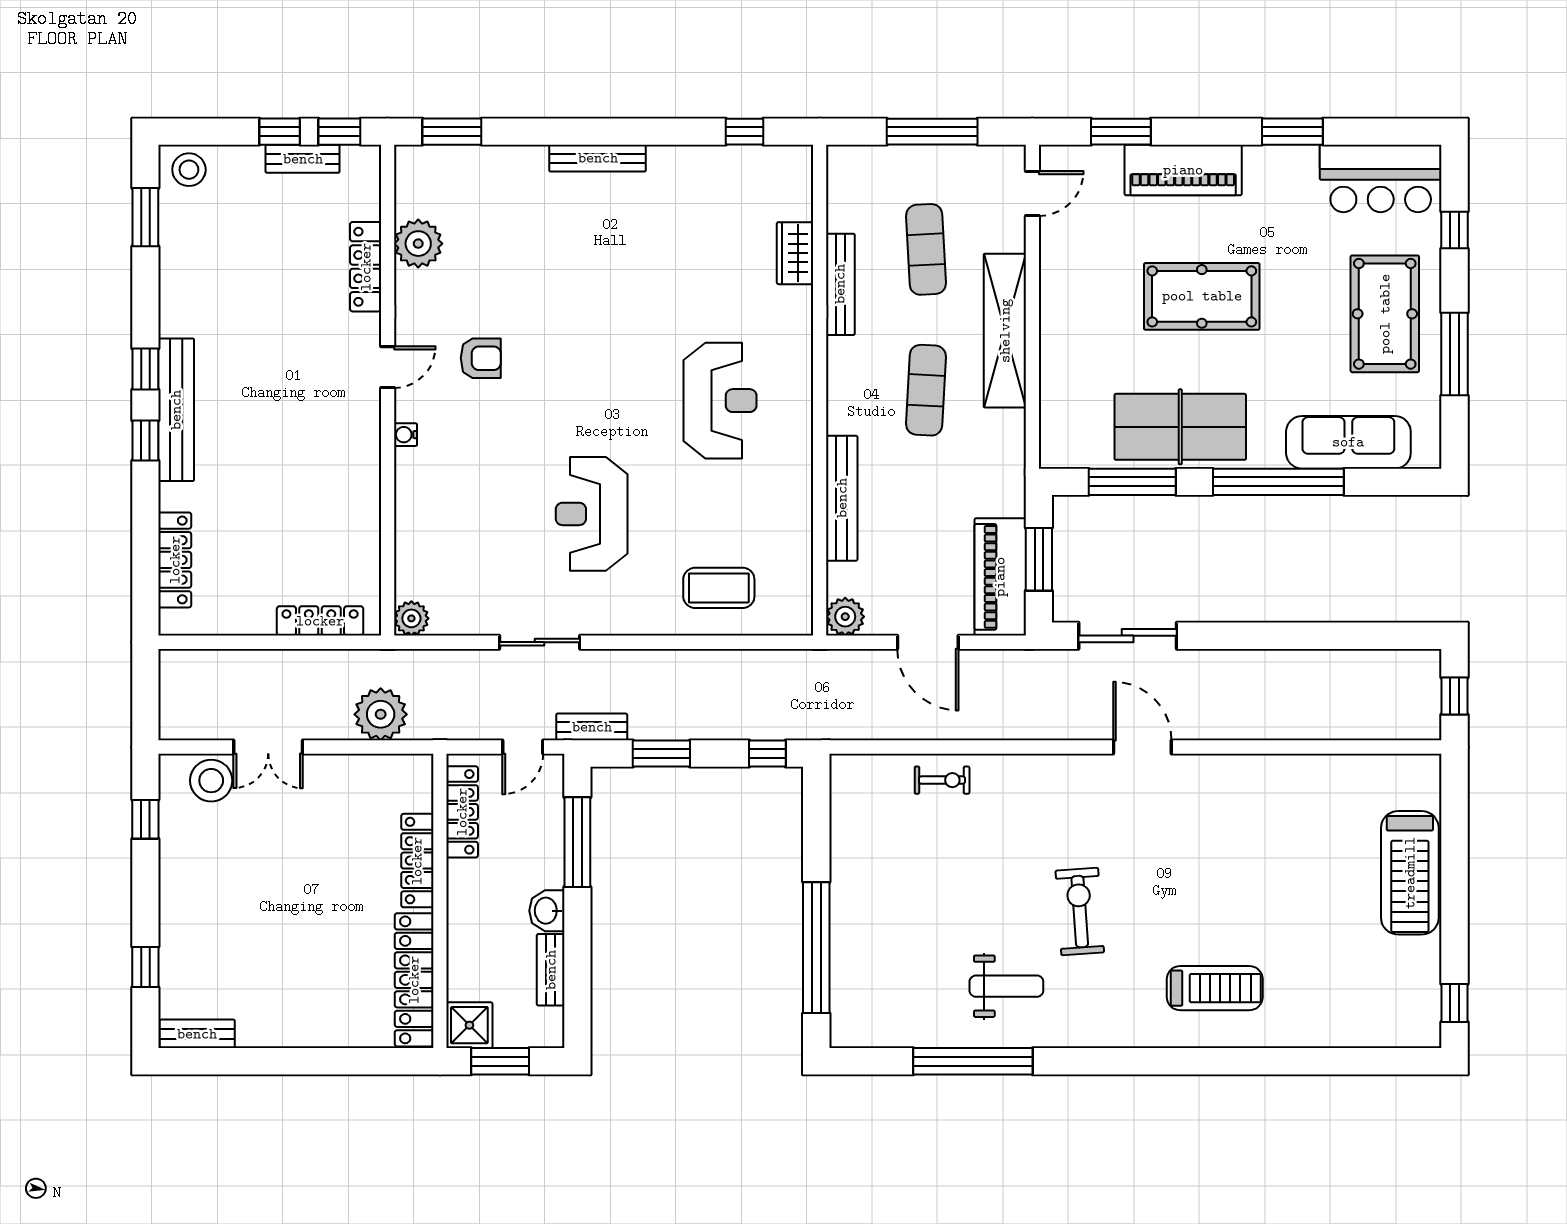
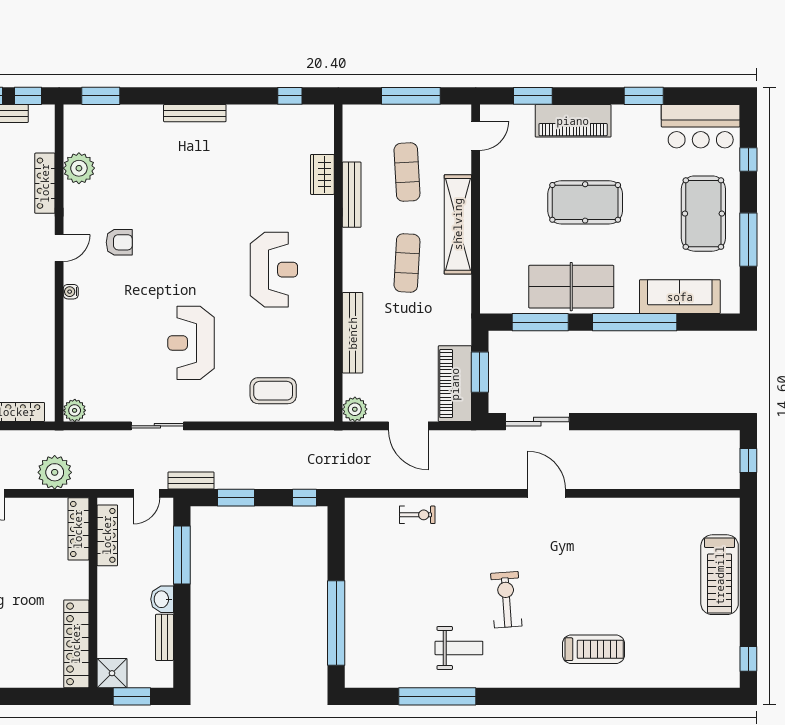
locker: (417, 861) -> (78, 529), moved

